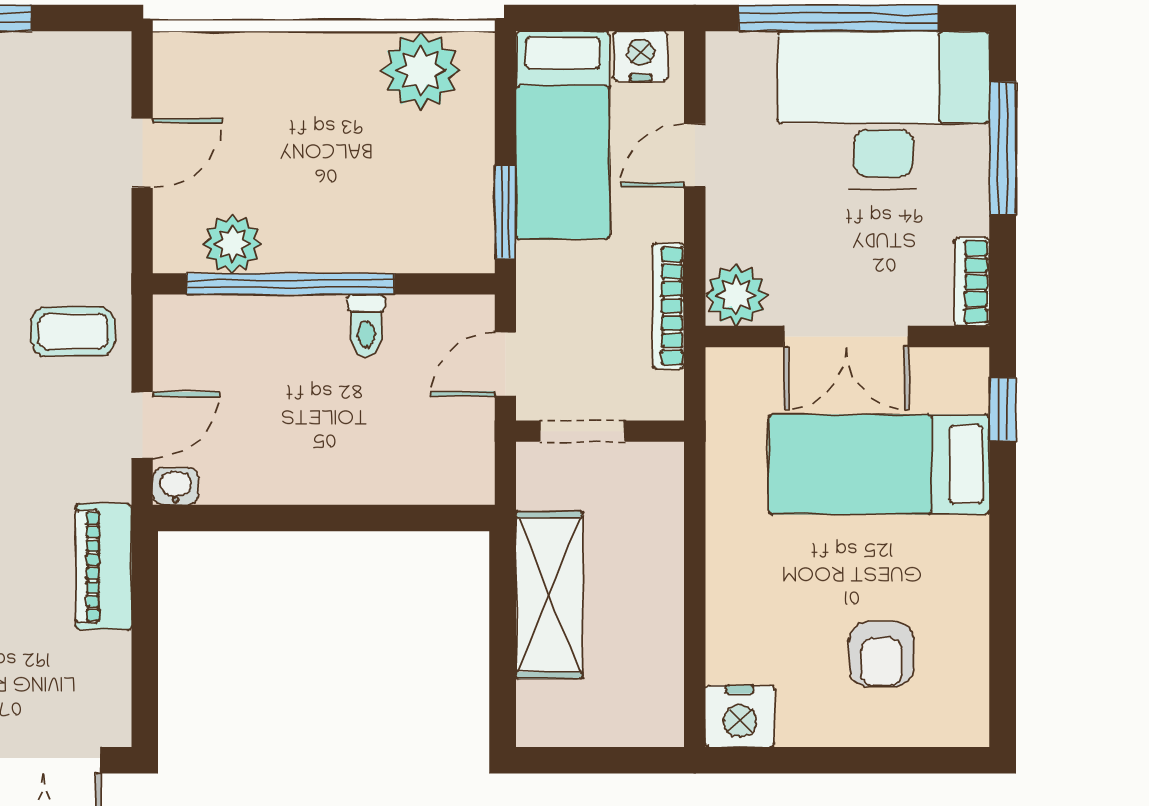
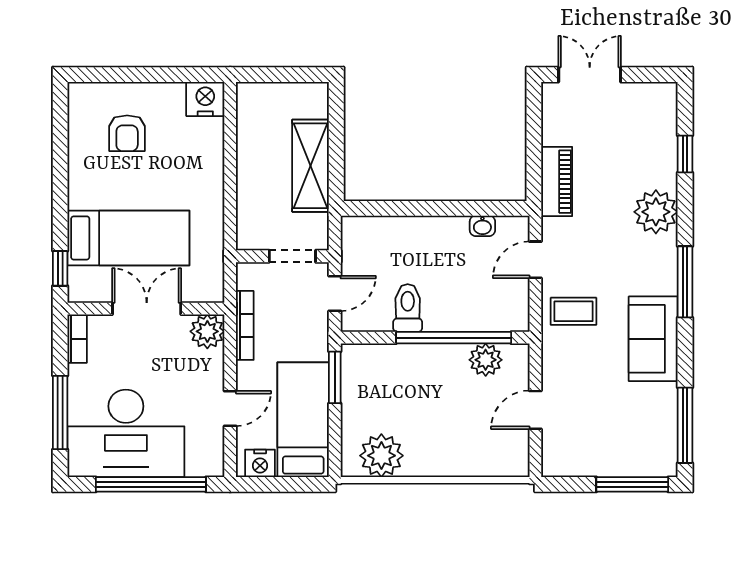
toilet: (366, 326) -> (408, 308), width x1.37, depth x1.39
washbasin: (176, 486) -> (482, 226), moved
armchair: (882, 654) -> (127, 133), turned 180

